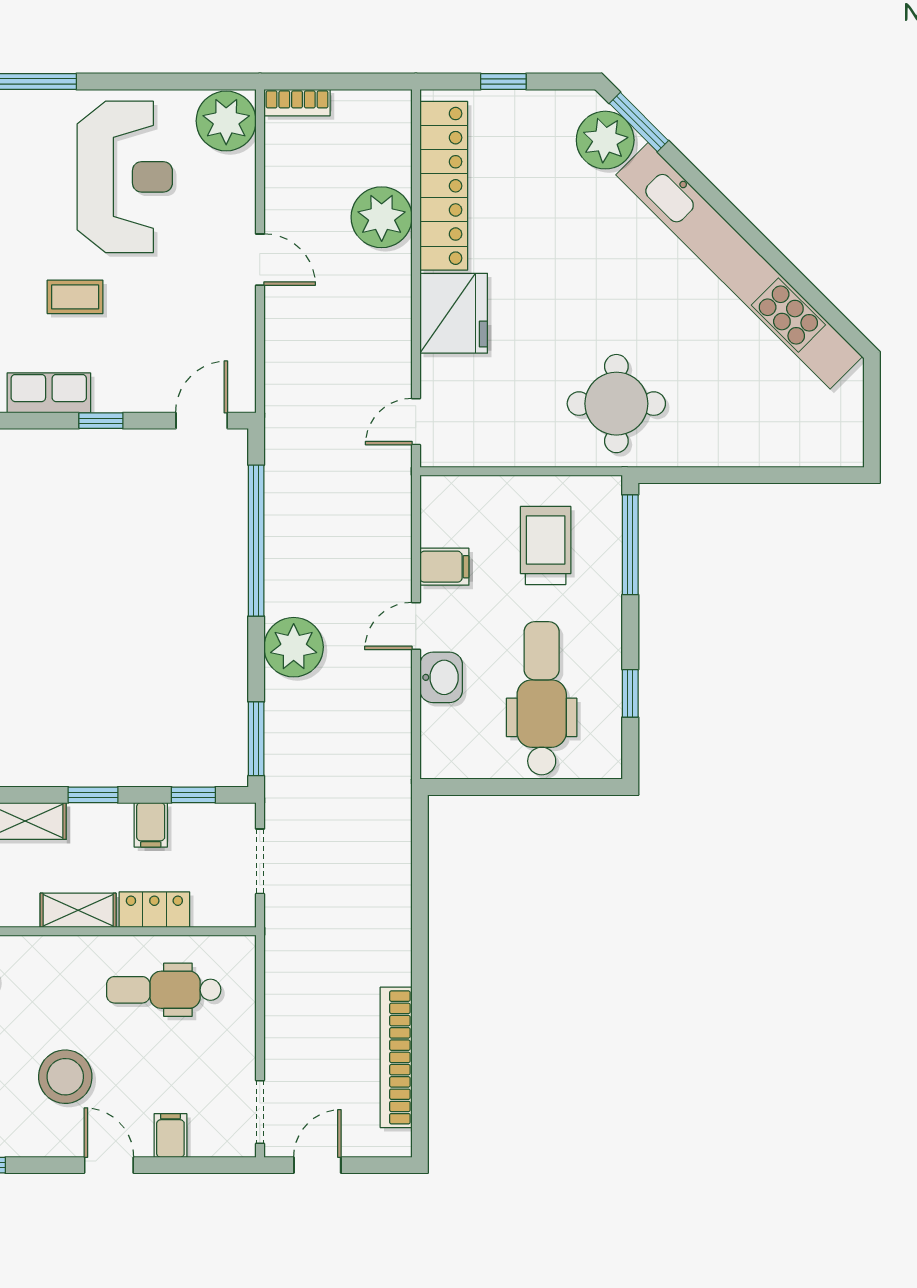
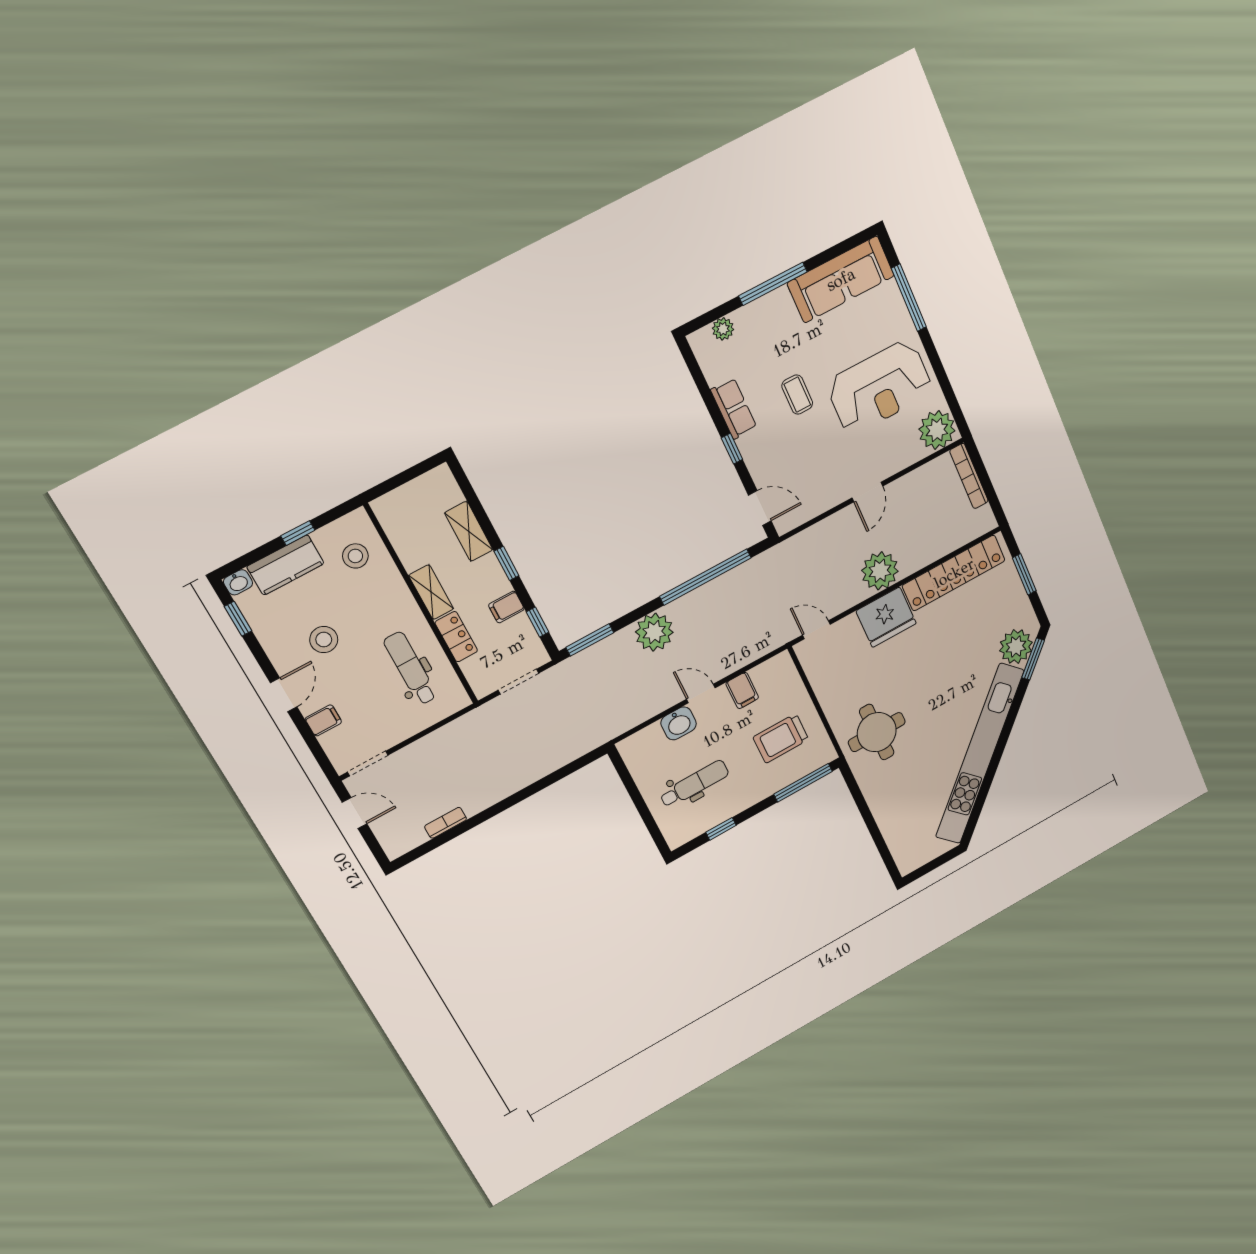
window: (503, 82) -> (1024, 574), width x1.50
bookcase: (297, 103) -> (969, 476), width x1.56
plant: (382, 217) -> (880, 571), moved
trolley: (546, 545) -> (781, 738), turned 180
dental chair: (542, 698) -> (694, 784), width x0.73, depth x0.72
bookcase: (396, 1057) -> (446, 823), width x0.43, depth x0.76
stool: (65, 1077) -> (324, 640), width x0.73, depth x0.73

